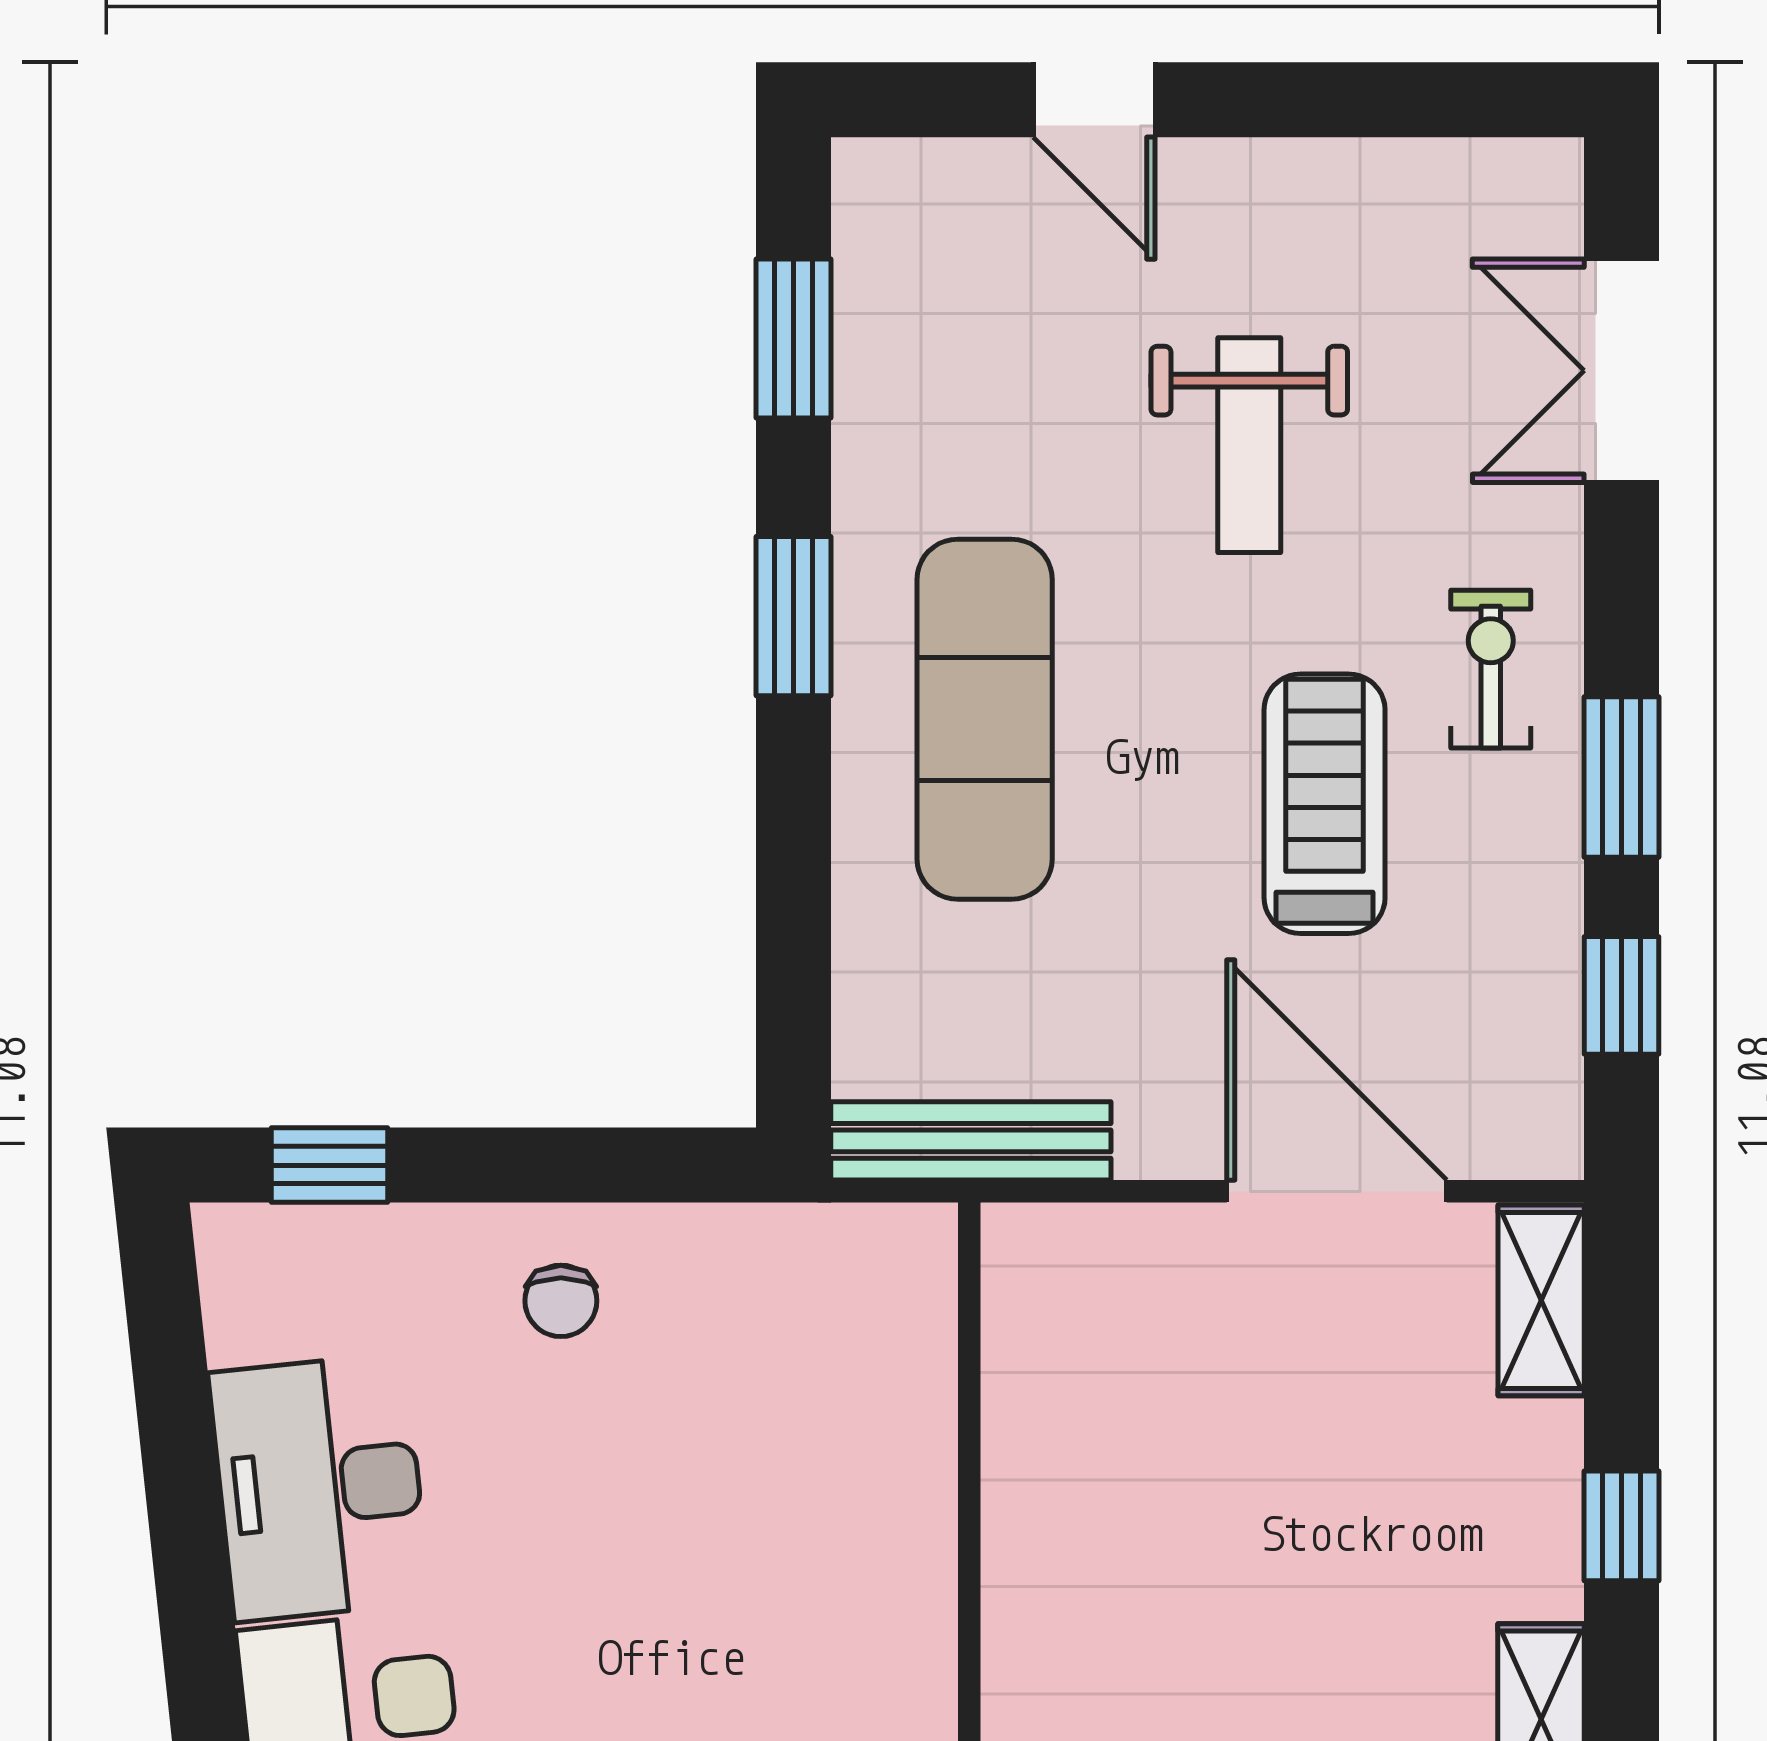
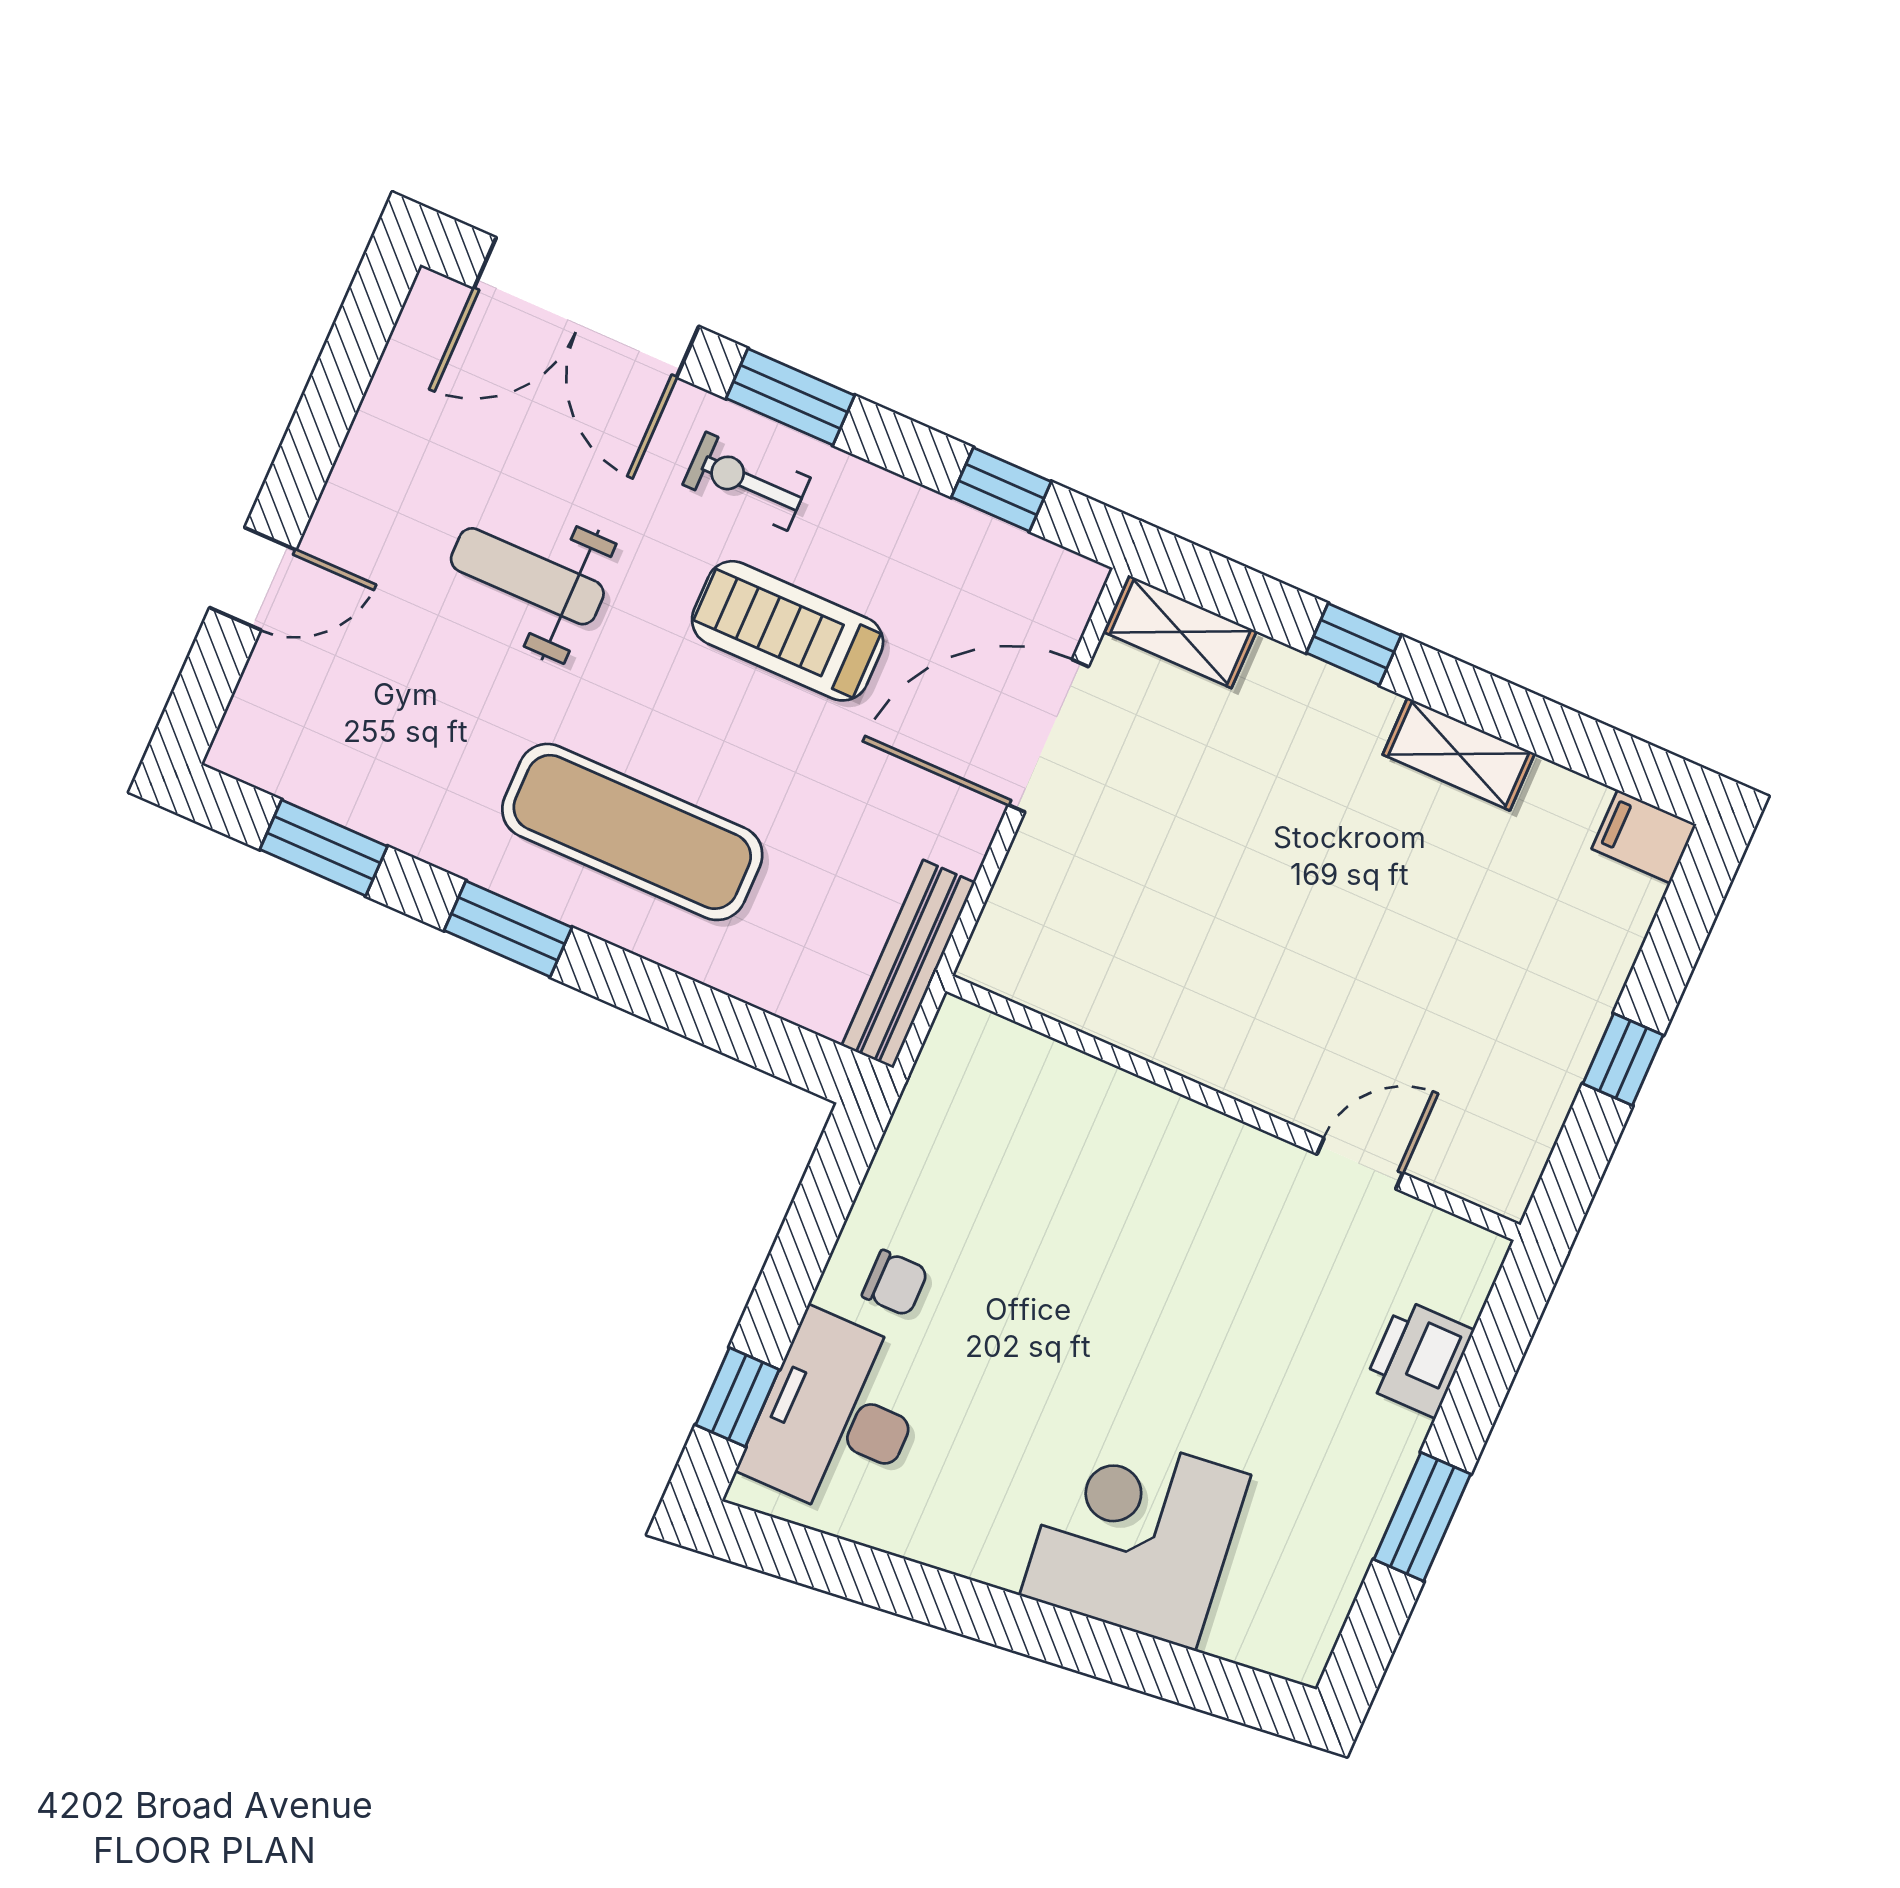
double door: (1621, 371) -> (586, 307), width x1.37
weight bench: (1249, 445) -> (527, 576), turned 180
window: (1621, 777) -> (790, 397), moved
desk: (319, 1487) -> (837, 1416), moved, turned 96

